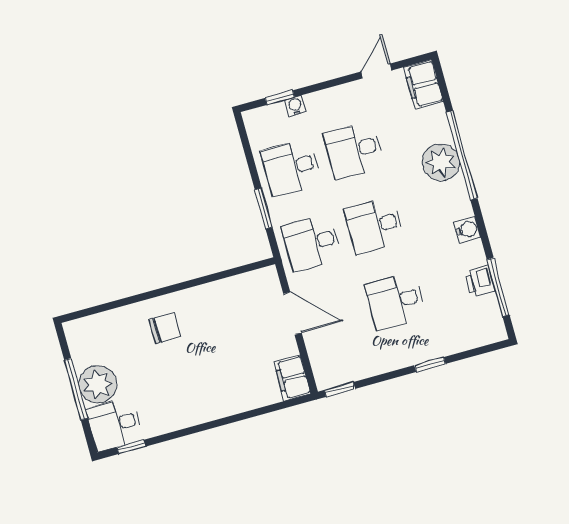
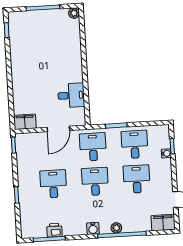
plant: (441, 162) -> (116, 228), width x0.53, depth x0.53
water cooler: (467, 229) -> (93, 229), moved
chair: (165, 328) -> (65, 61), removed
plant: (98, 384) -> (74, 13), moved, width x0.53, depth x0.53
desk: (115, 424) -> (71, 95), moved, turned 90

